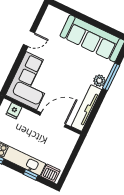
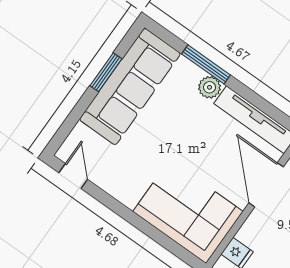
window: (98, 24) -> (106, 72), added
door: (29, 39) -> (73, 176), moved

